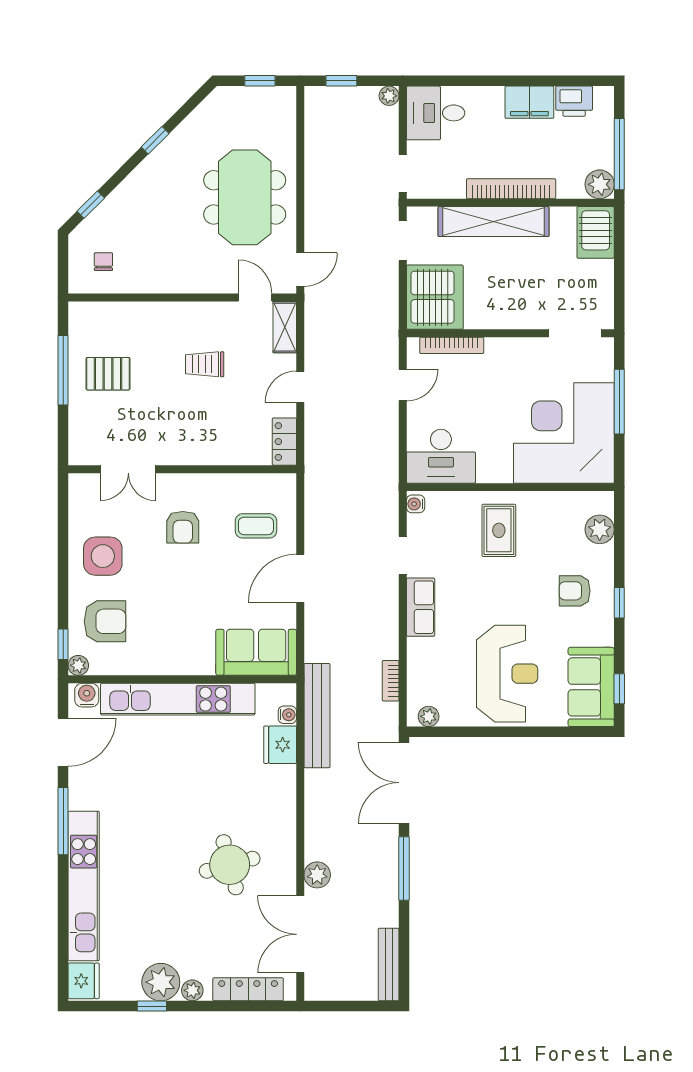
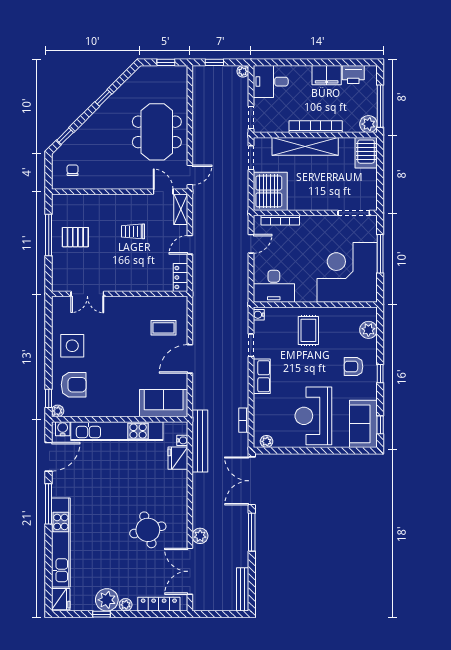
armchair: (183, 527) -> (120, 329), removed
reception desk: (507, 674) -> (313, 416), turned 180

